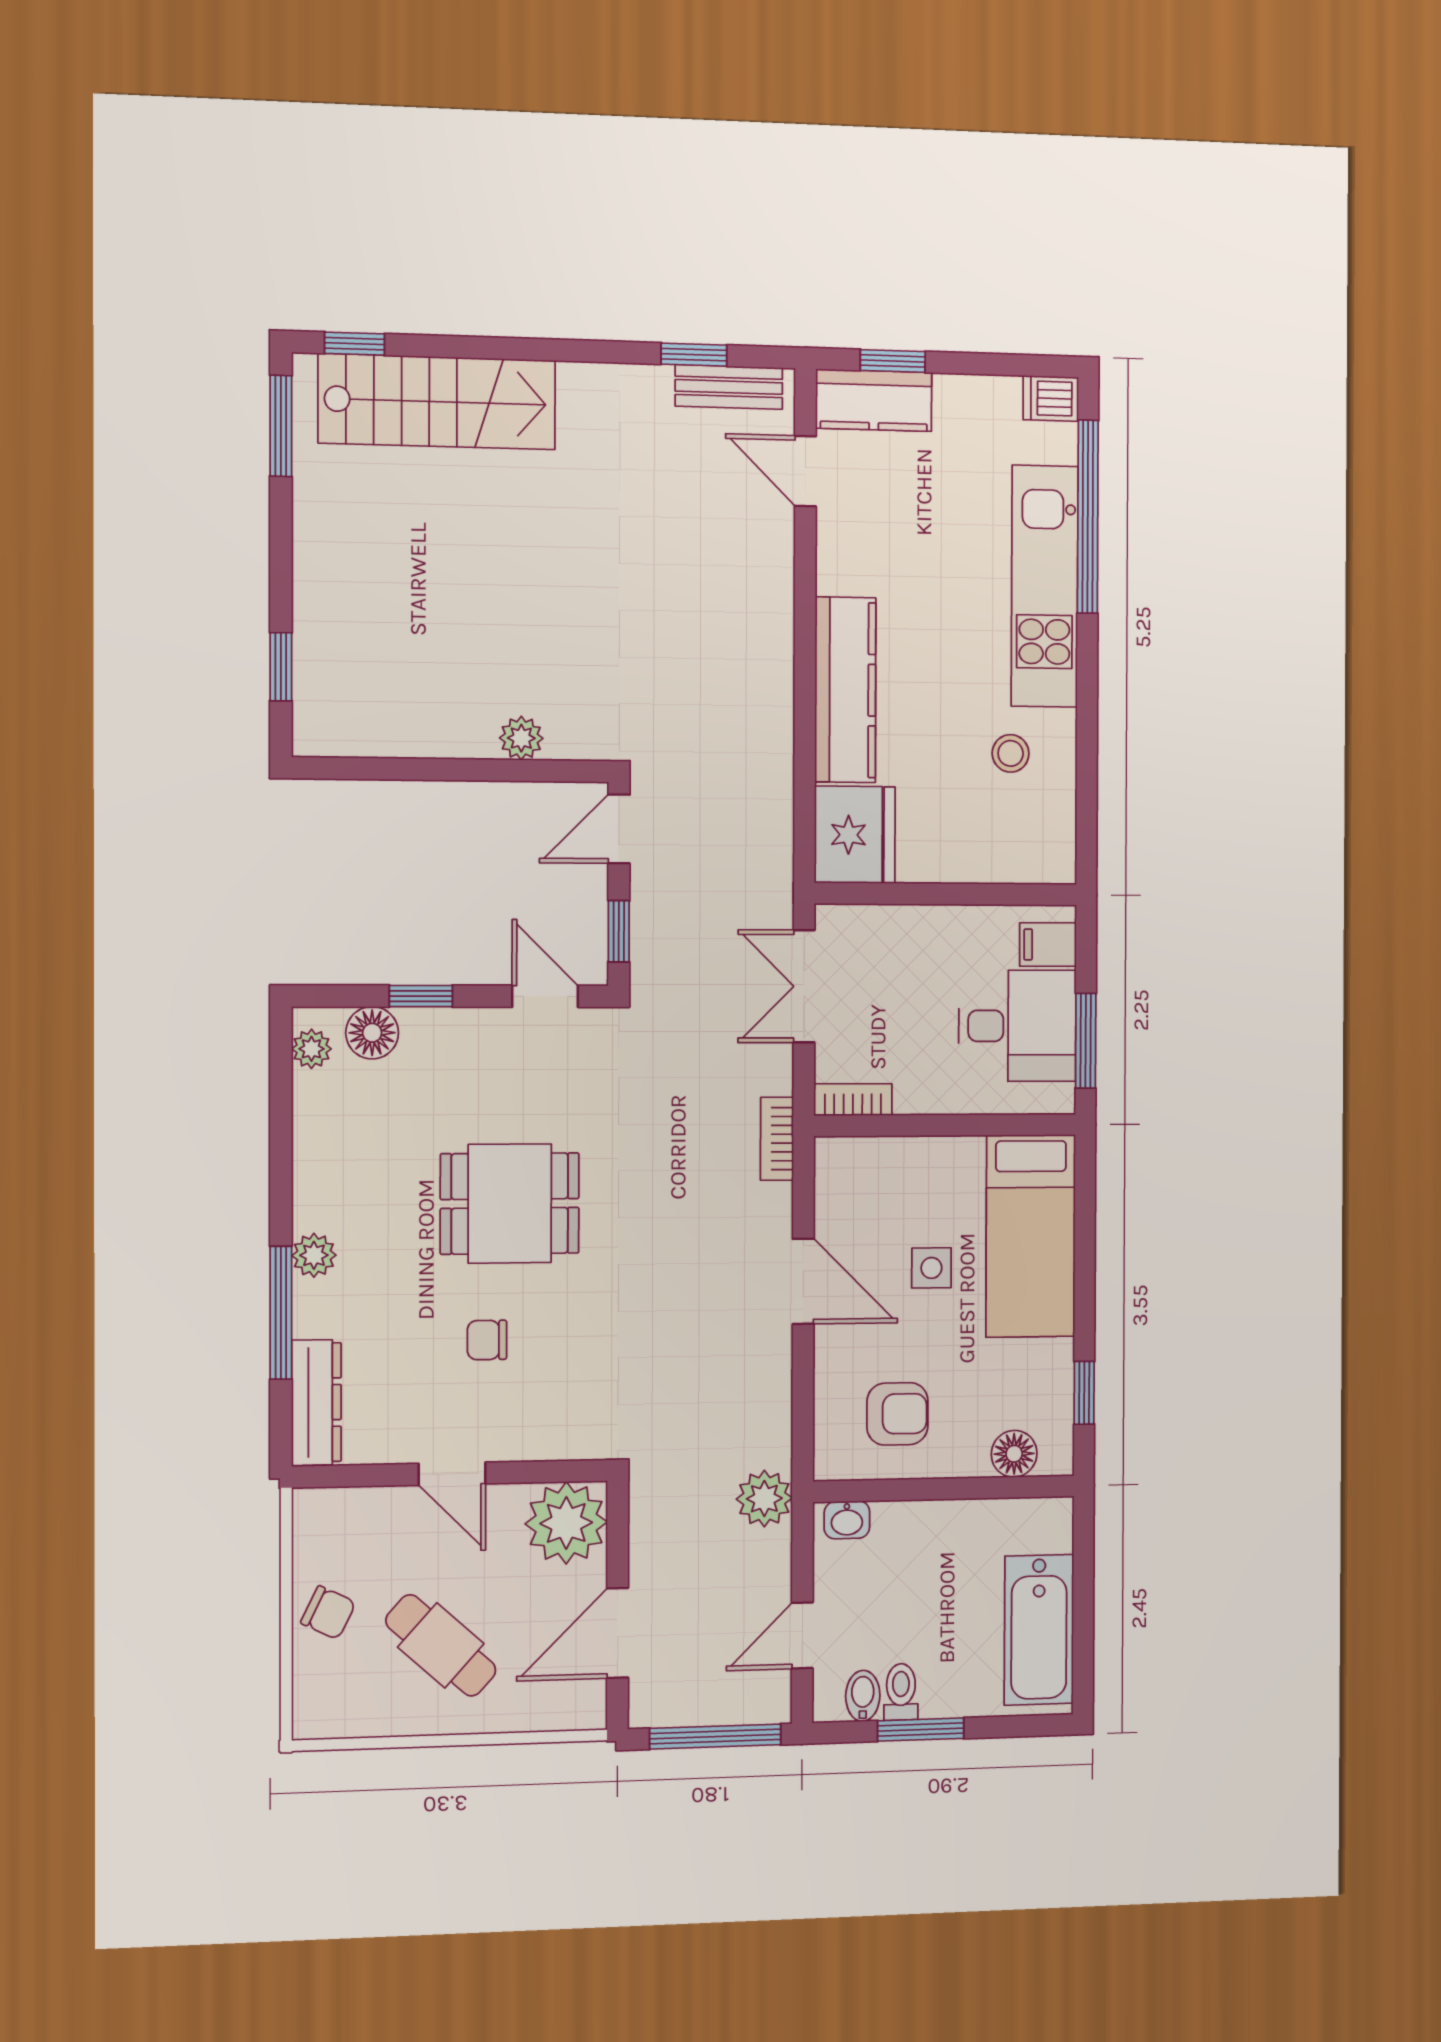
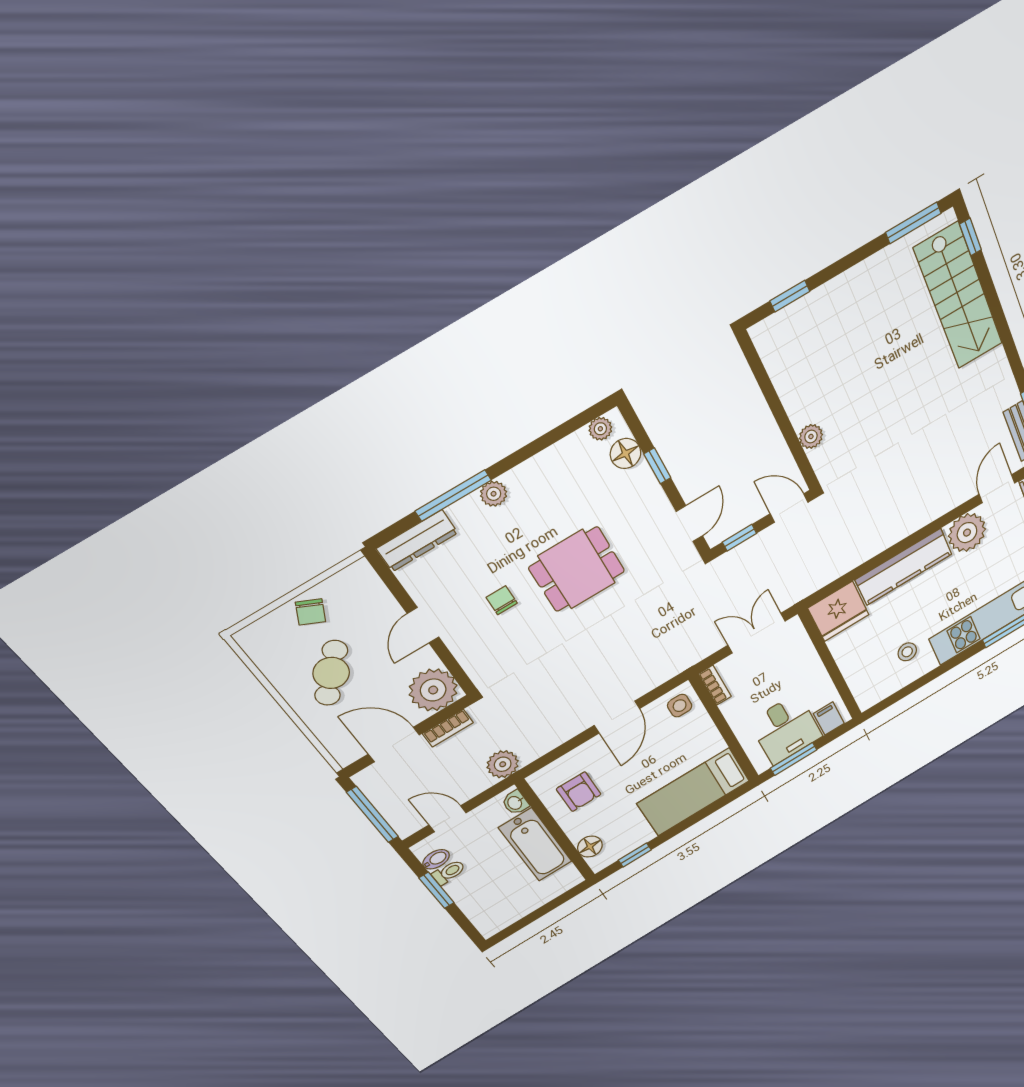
plant: (853, 555) -> (967, 533), added
bookcase: (777, 1139) -> (448, 728), moved, turned 180
dining table: (510, 1203) -> (577, 569), turned 90
side table: (931, 1268) -> (680, 706), moved
bathtub: (1039, 1630) -> (535, 845), moved, turned -90

